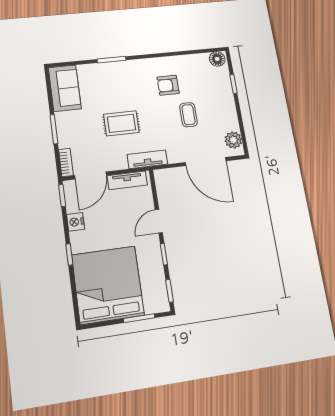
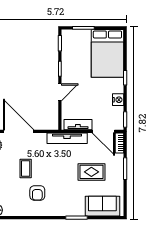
armchair: (168, 85) -> (37, 193), turned 90
sofa: (65, 88) -> (102, 206), moved, turned 90
rug: (121, 123) -> (91, 172), moved
tv unit: (147, 159) -> (67, 138), width x1.41
door: (91, 176) -> (103, 131), swing flipped
bed: (108, 285) -> (107, 53), width x0.73

